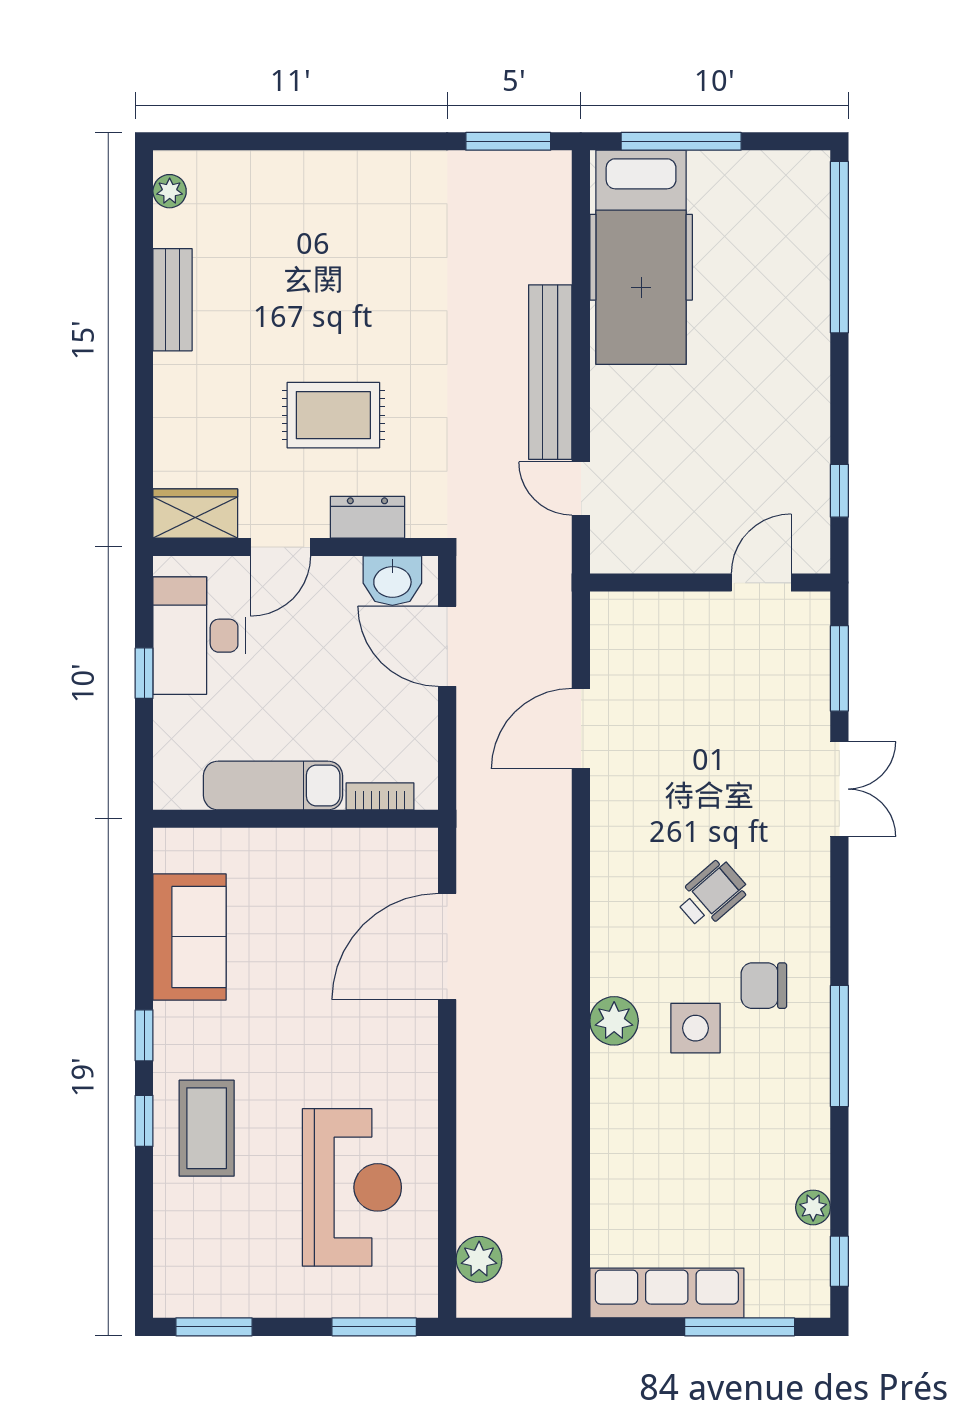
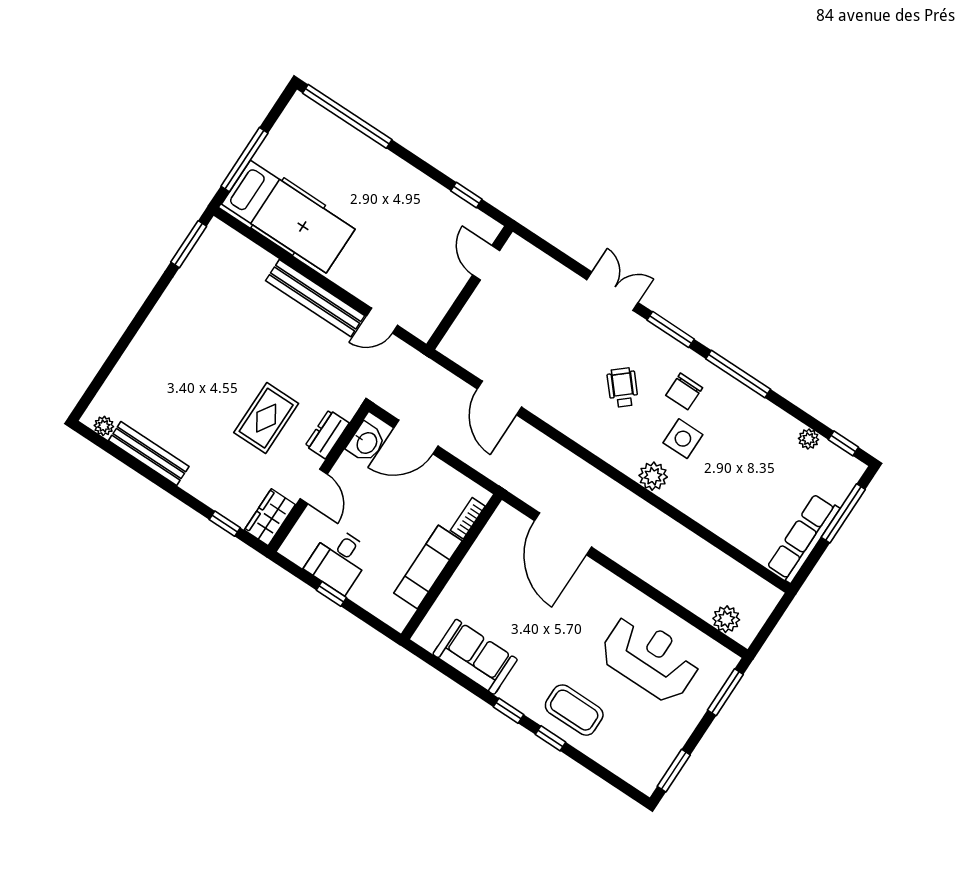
bench: (172, 300) -> (149, 454), width x1.36
window: (144, 455) -> (225, 524), added
desk: (199, 636) -> (339, 560), width x0.73
window: (839, 668) -> (671, 330), moved

